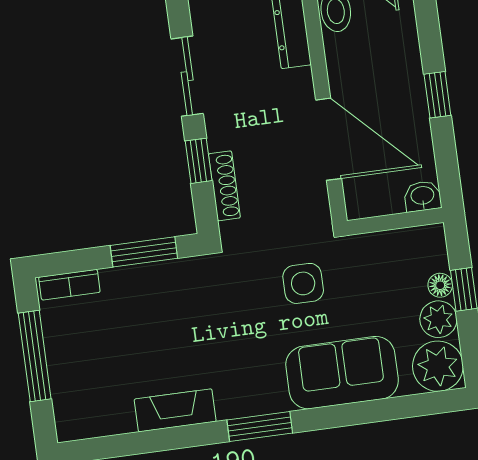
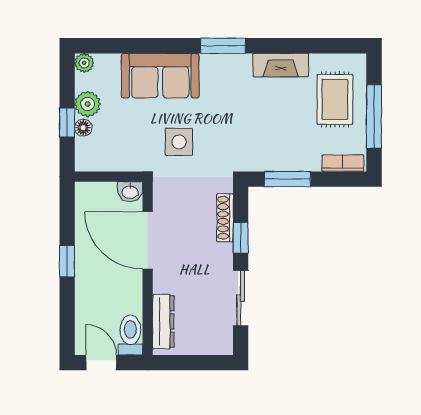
washbasin: (423, 196) -> (130, 192), moved
plant: (438, 366) -> (84, 63), width x0.53, depth x0.53
rug: (93, 372) -> (335, 99), added

